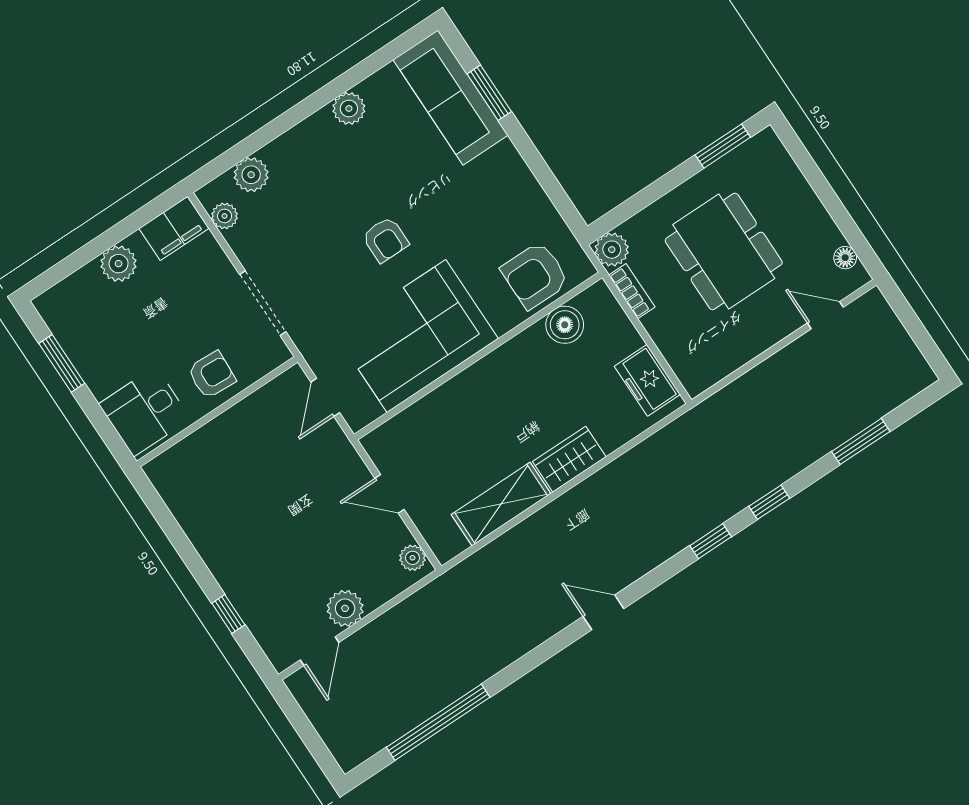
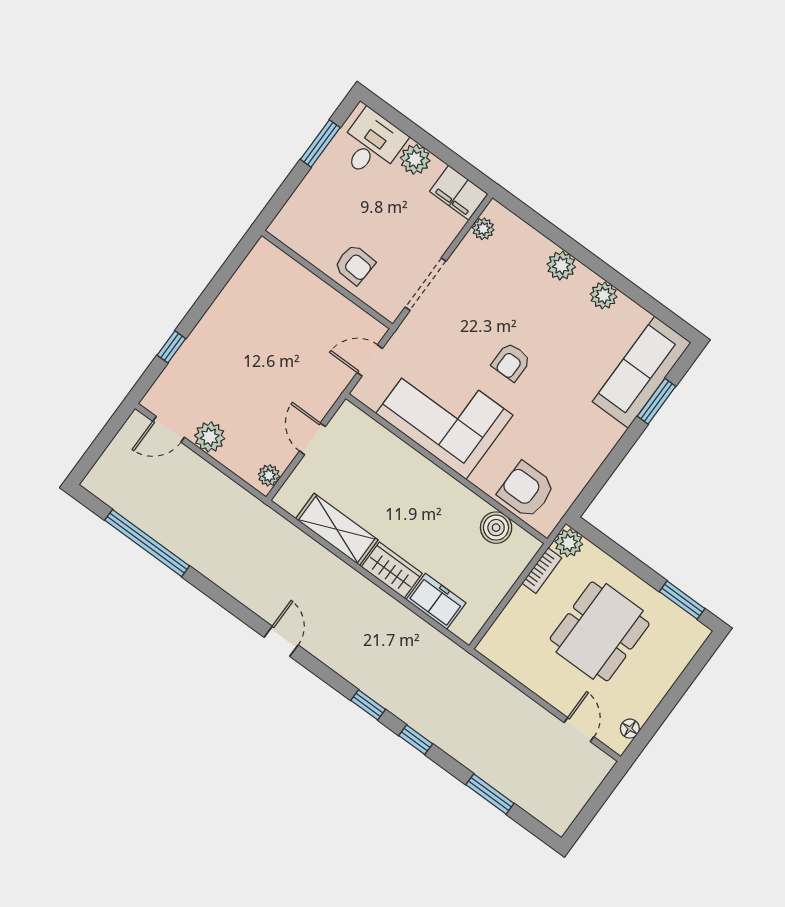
plant: (251, 175) -> (561, 266), moved
freezer: (647, 380) -> (436, 601), moved, turned 90
desk: (145, 411) -> (371, 144), moved, turned 90

